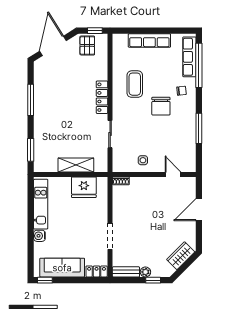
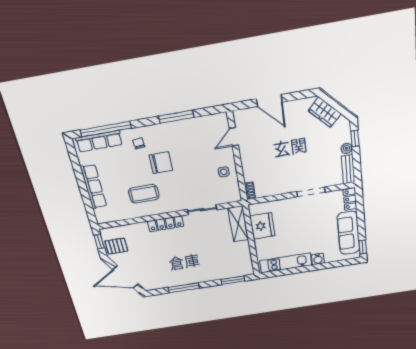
shelving: (76, 165) -> (238, 224), moved

